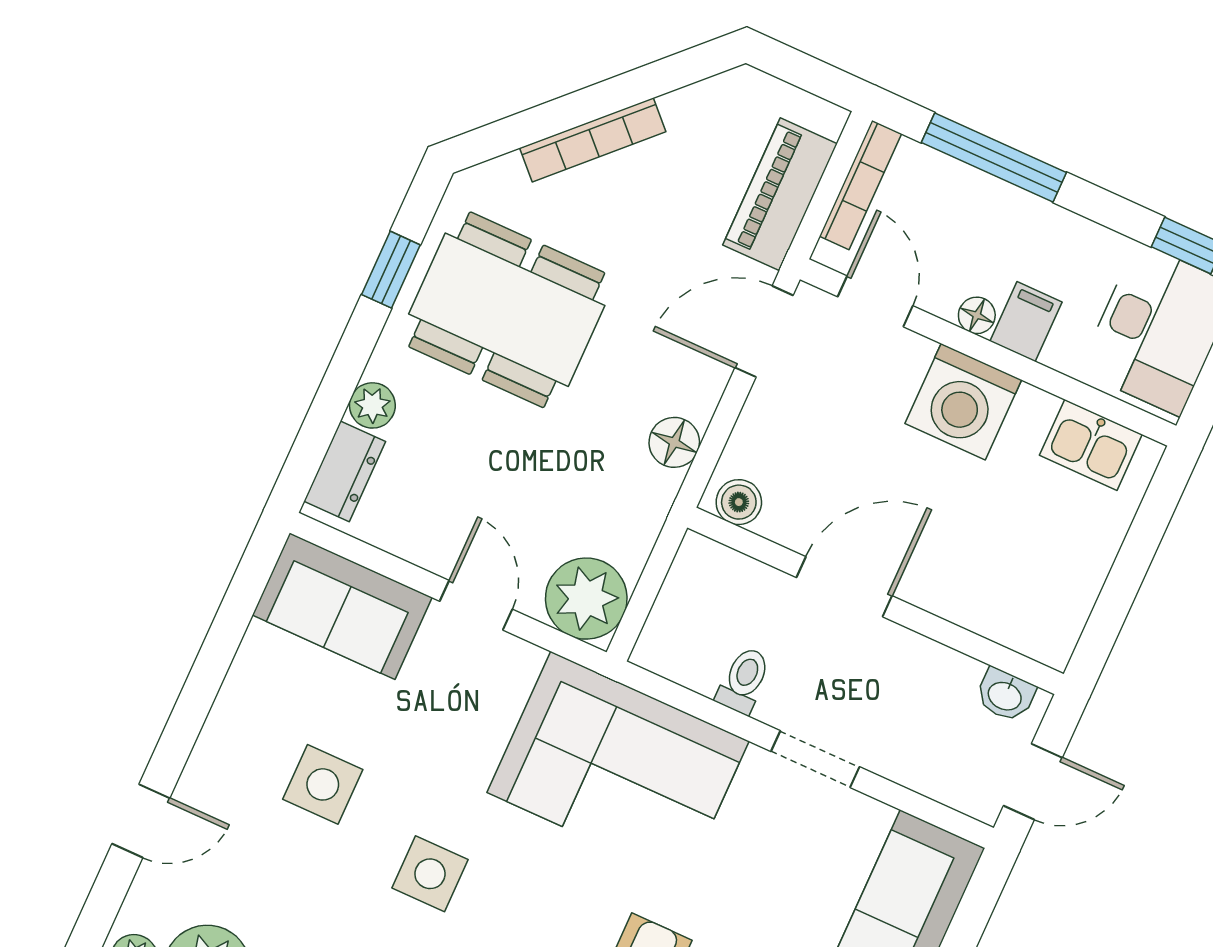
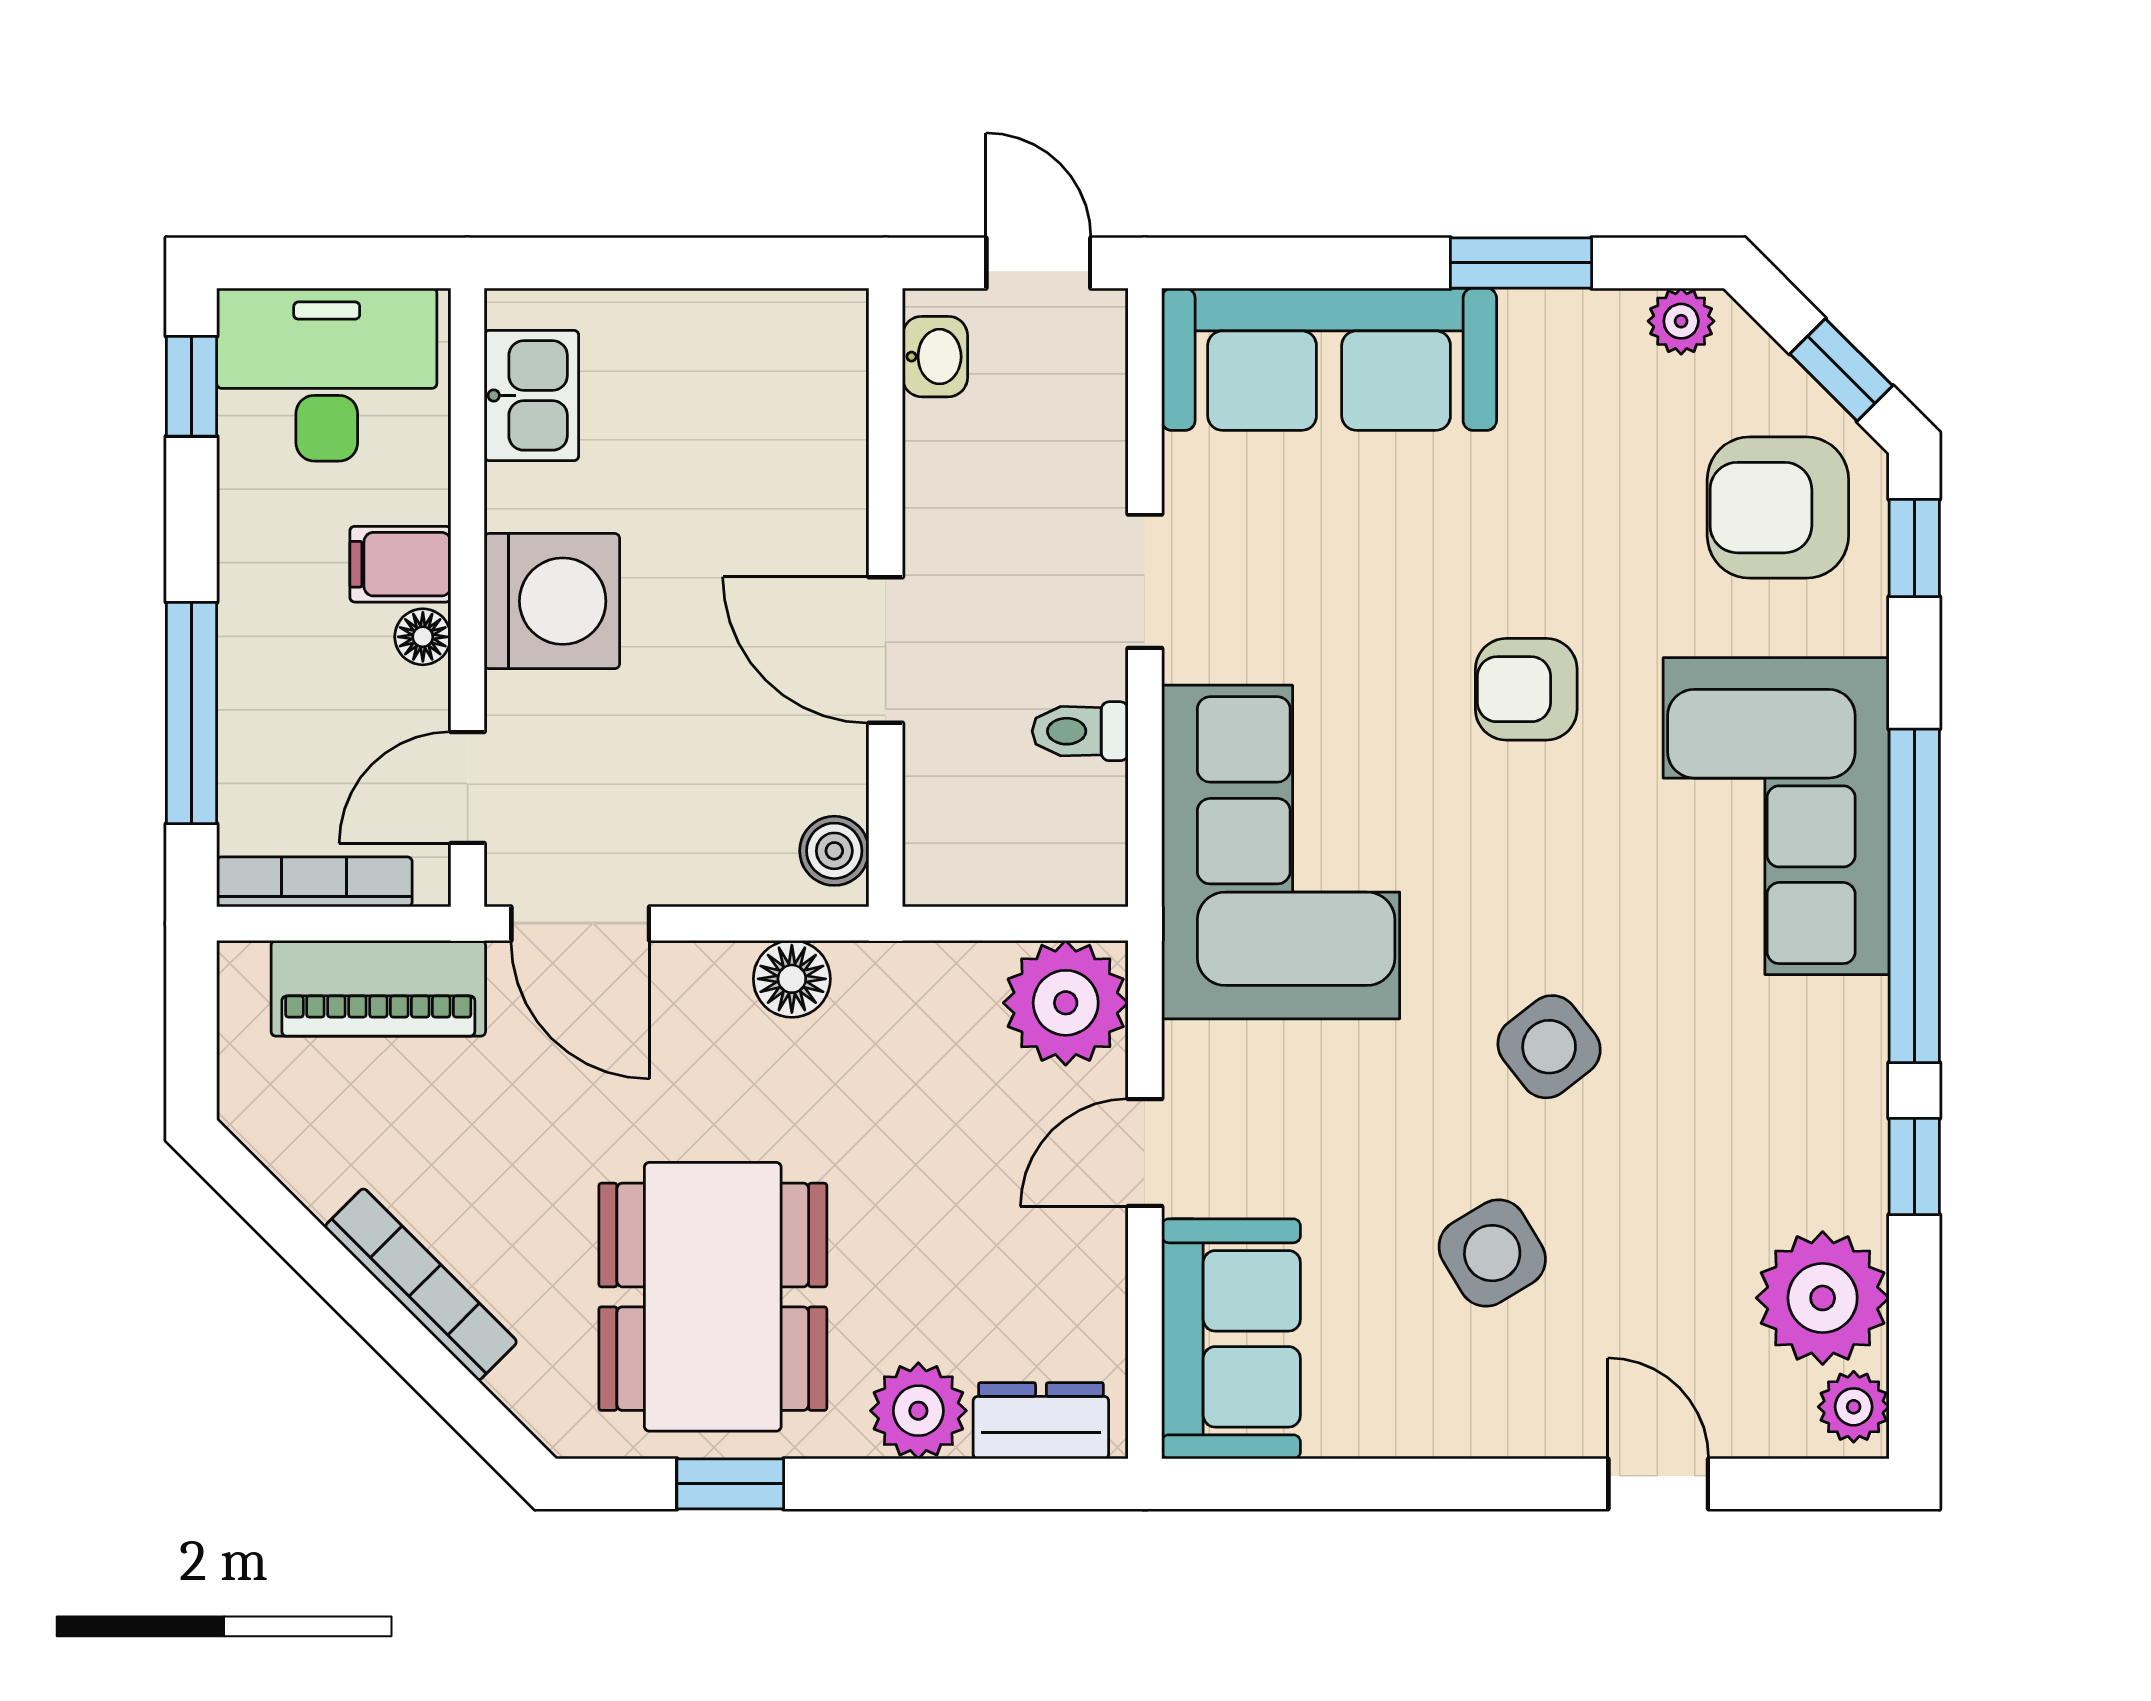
plant: (372, 405) -> (918, 1411), width x1.38, depth x1.38
side table: (323, 784) -> (1492, 1253), turned -31
side table: (430, 874) -> (1549, 1047), turned -38

